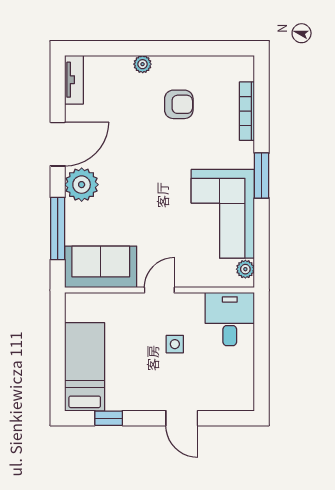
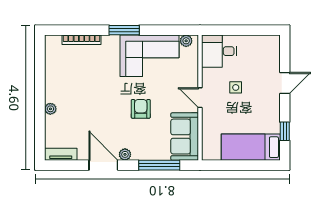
armchair: (179, 104) -> (141, 109), moved
plant: (82, 185) -> (125, 154), width x0.53, depth x0.53

